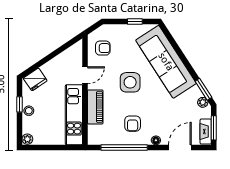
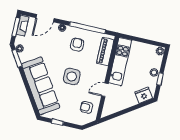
piano: (95, 107) -> (105, 52), moved

